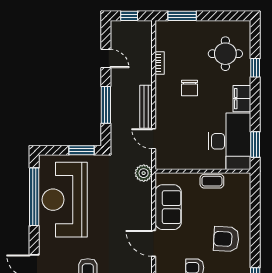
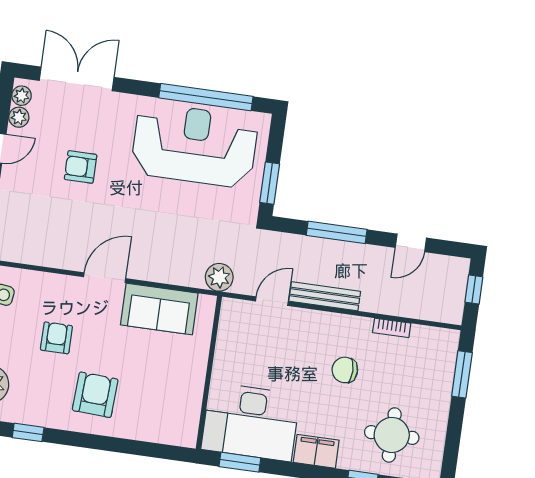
coffee table: (212, 181) -> (191, 385), removed

